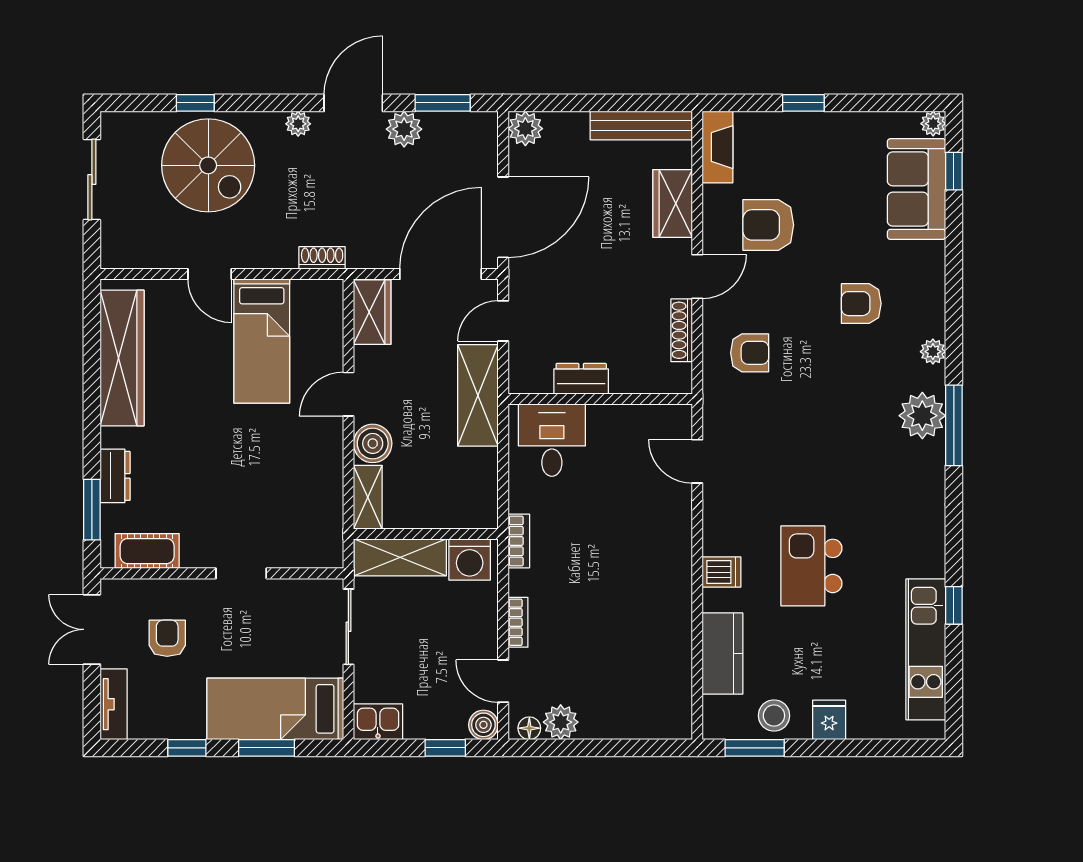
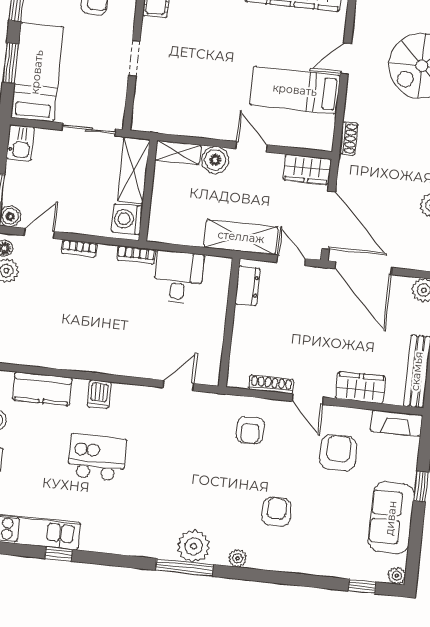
sofa: (917, 189) -> (391, 518), moved, turned -90
dresser: (581, 379) -> (247, 286), moved
desk: (552, 440) -> (178, 277), moved, turned -90

